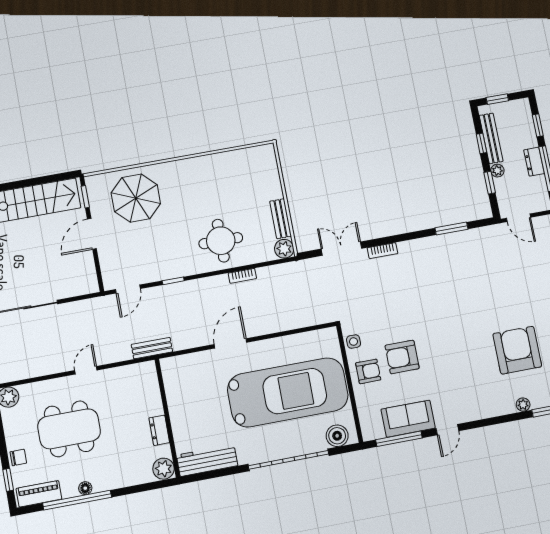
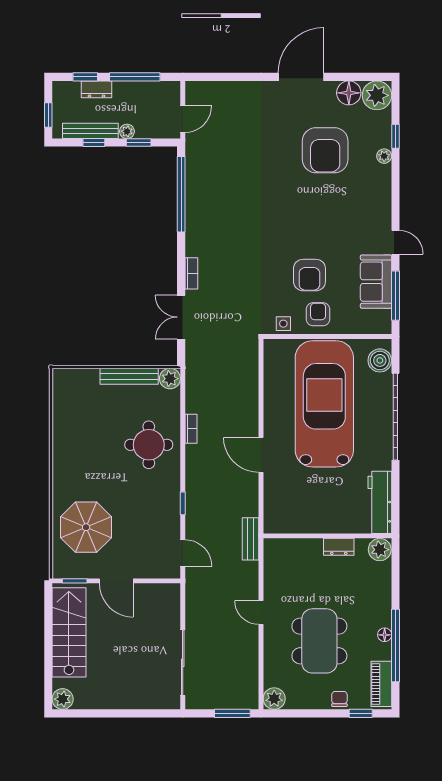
dresser: (534, 162) -> (97, 89), moved
bench: (281, 219) -> (129, 376), width x1.36
window: (451, 229) -> (181, 194), width x2.11
armchair: (517, 350) -> (325, 150), turned -90

